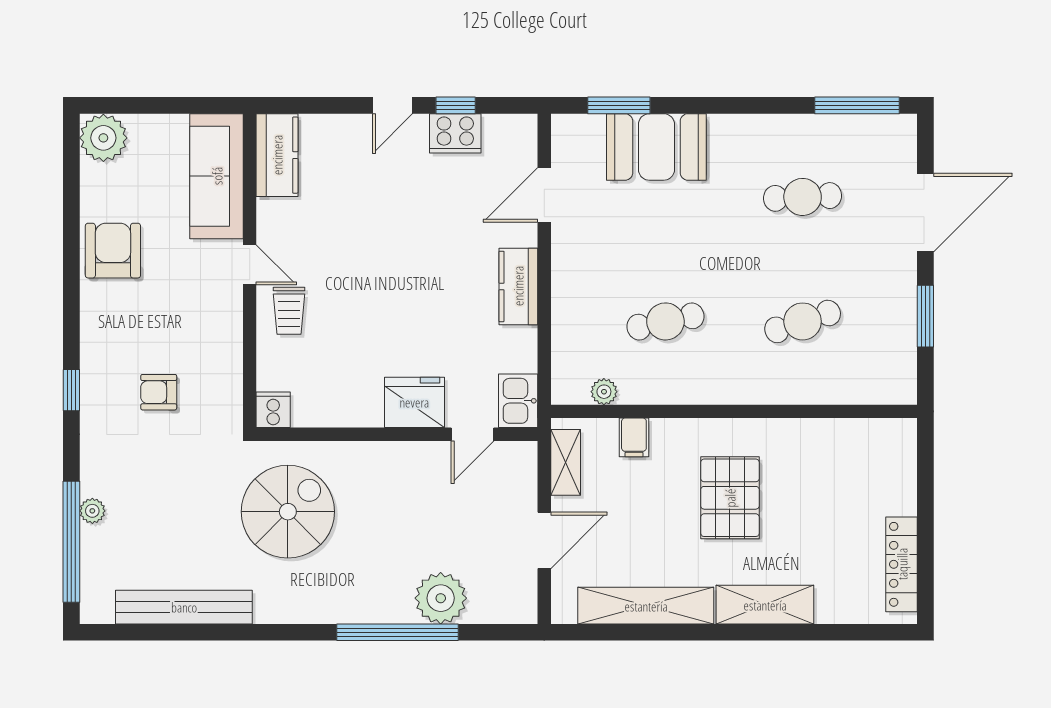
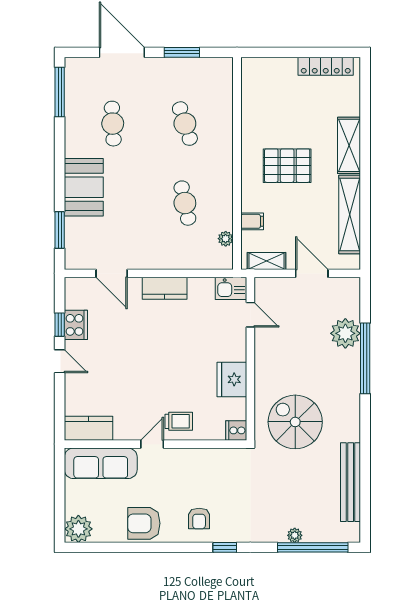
booth: (656, 147) -> (84, 187), moved
armchair: (159, 392) -> (199, 519), moved
fridge: (414, 402) -> (232, 379), moved

